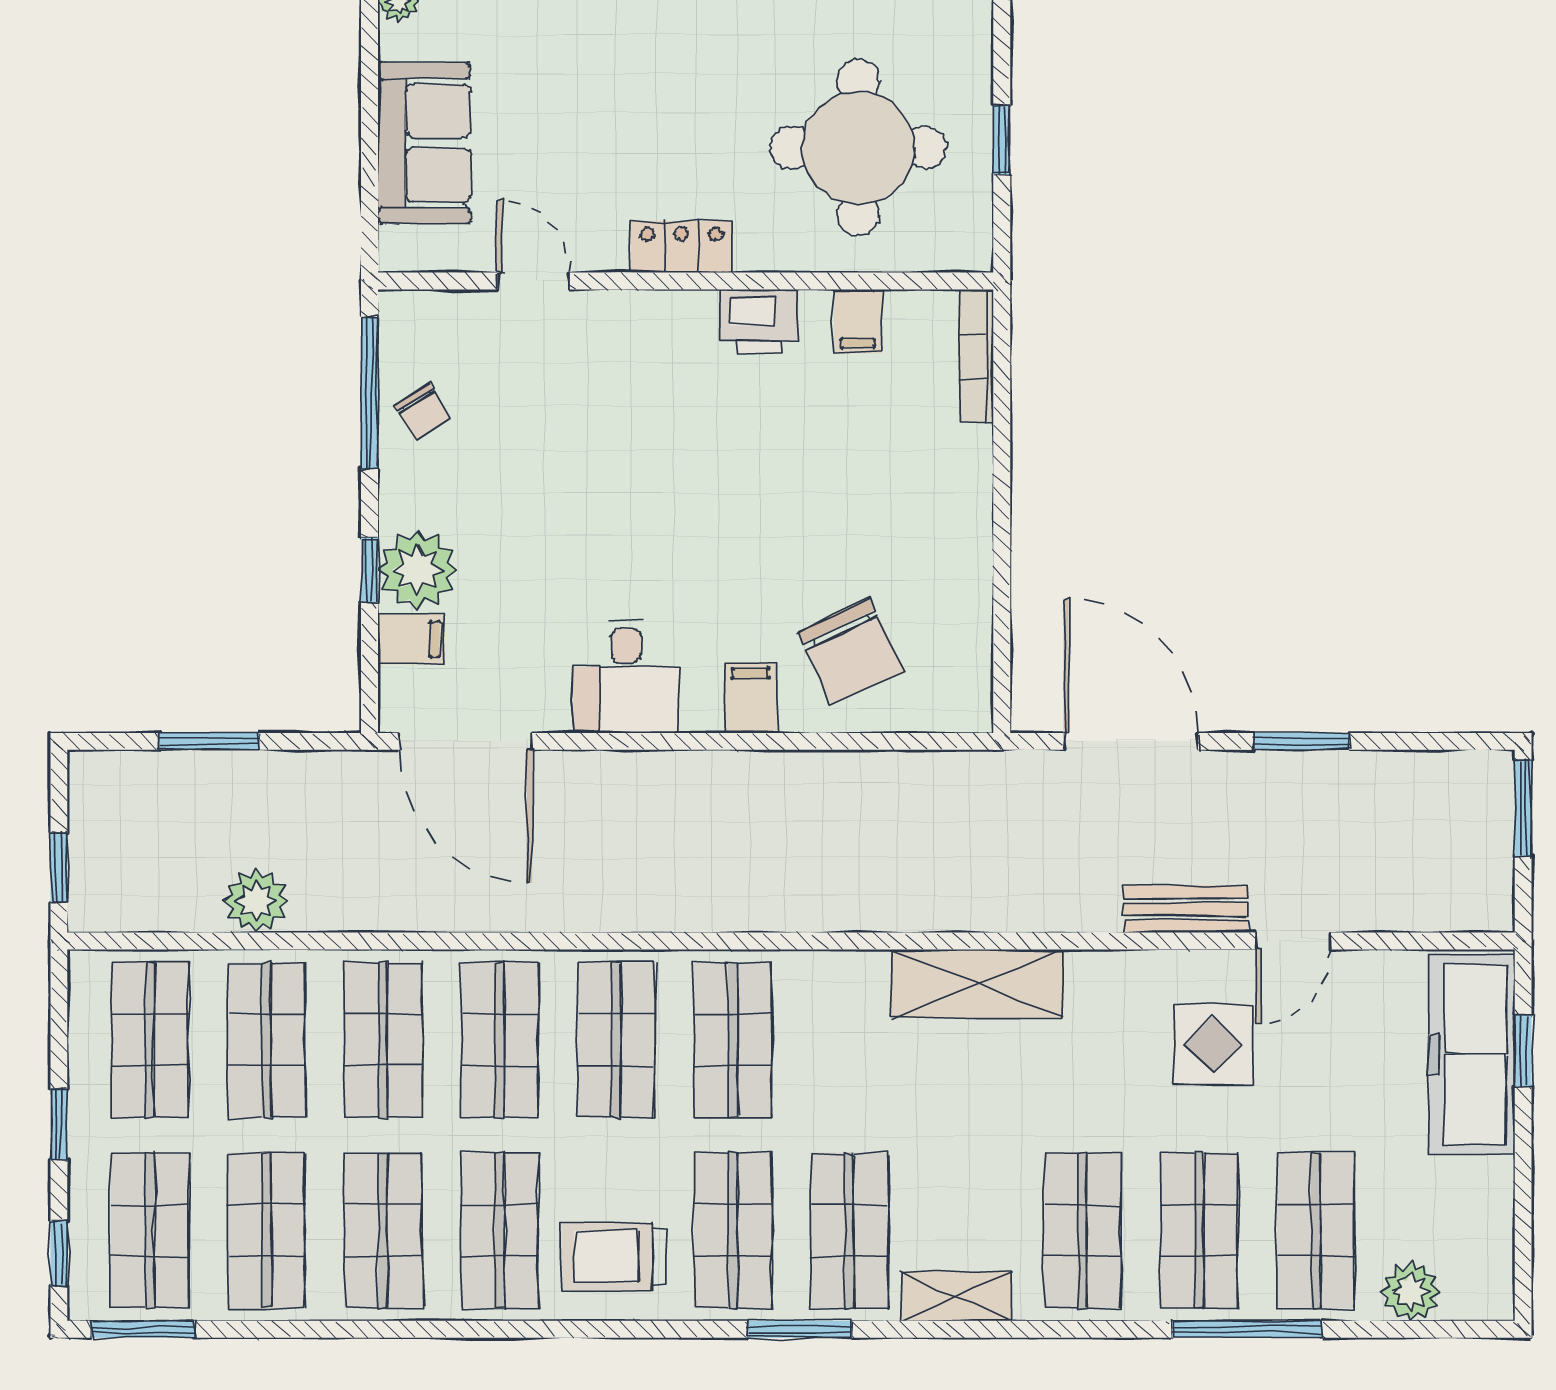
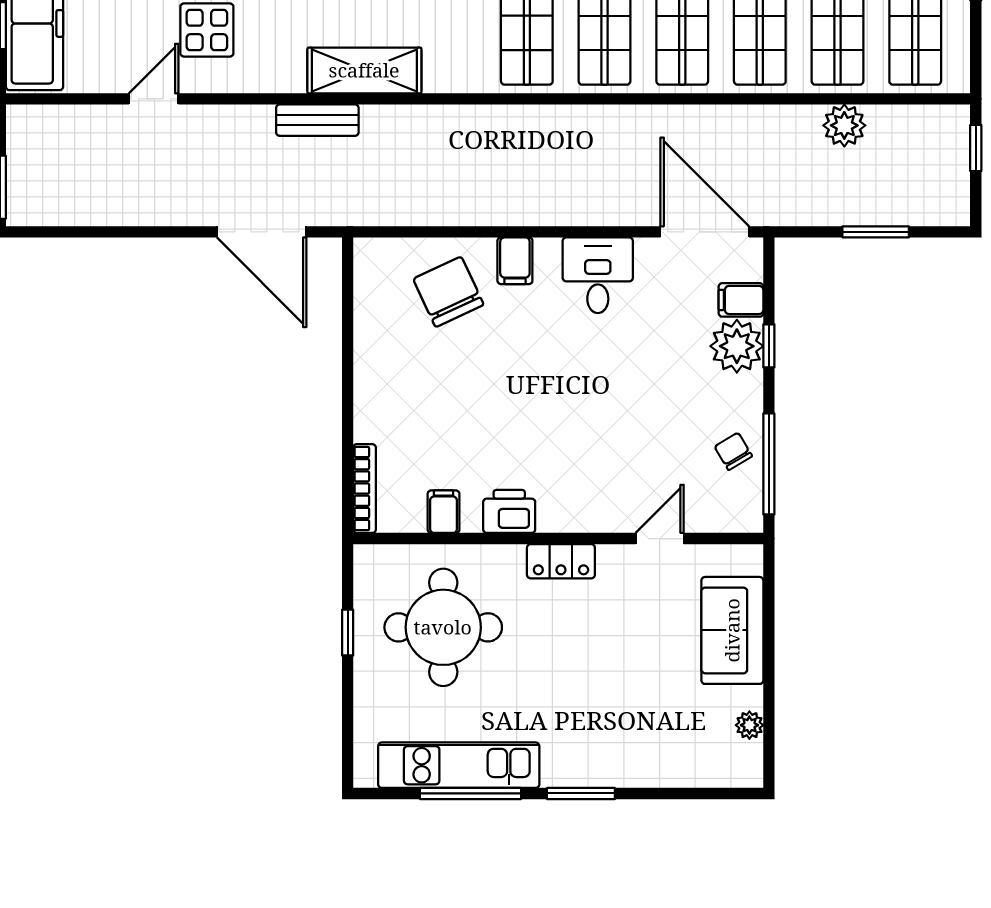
door: (533, 281) -> (660, 539), swing flipped
window: (1302, 741) -> (148, 232), removed
bench: (1186, 909) -> (317, 120), moved

